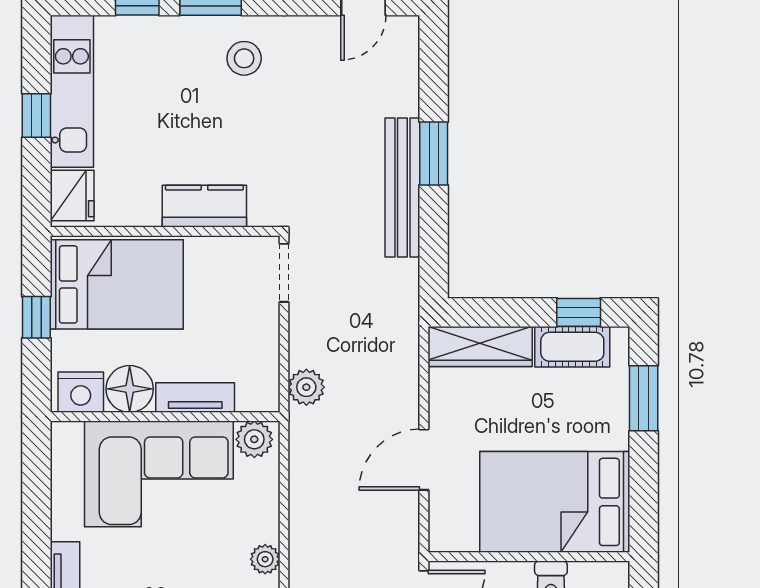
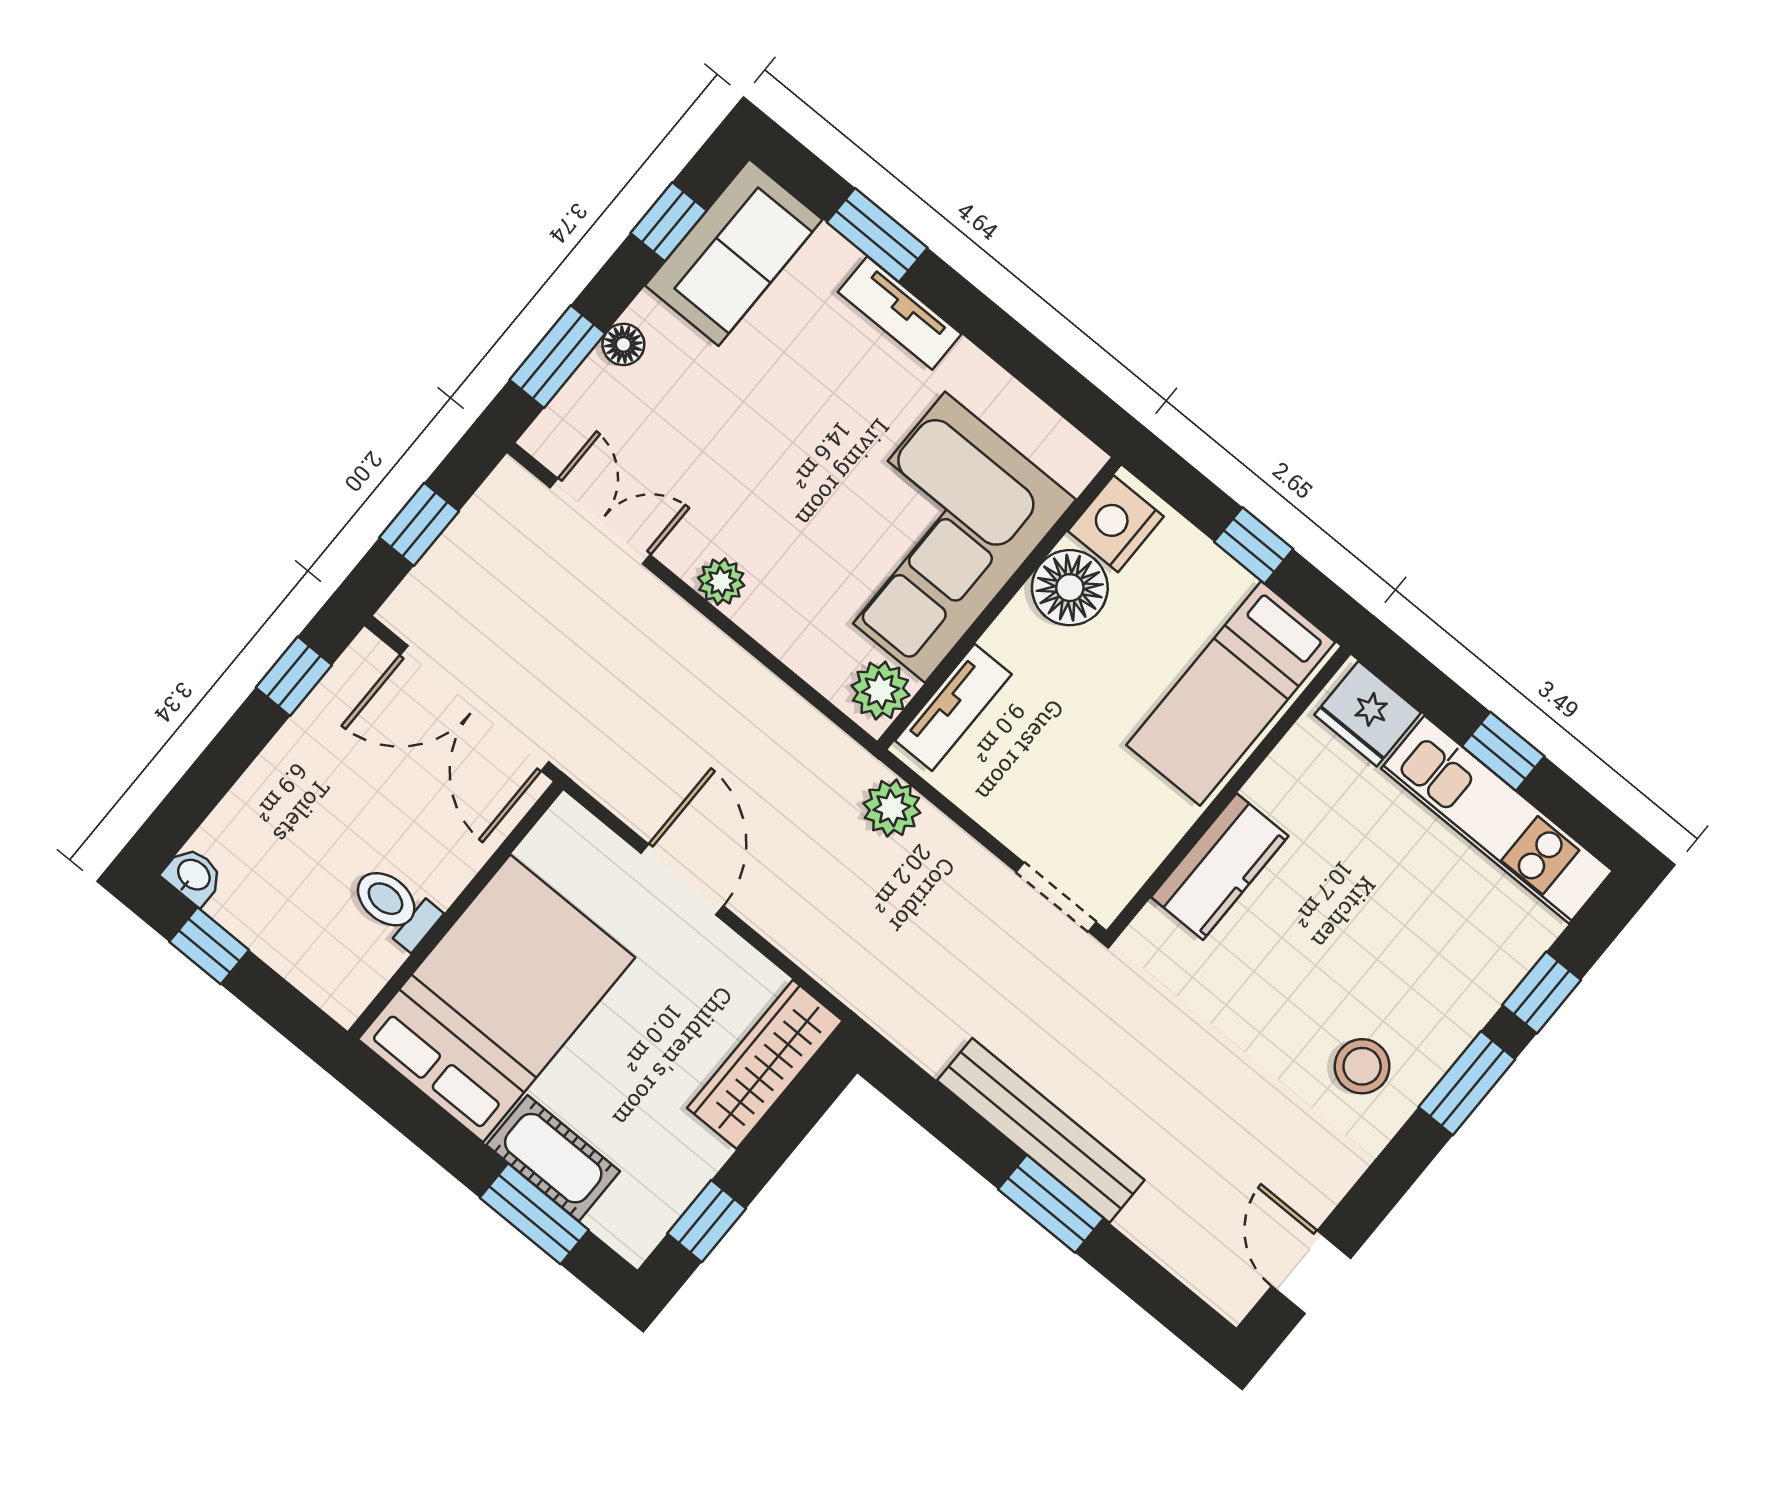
bed: (117, 284) -> (1231, 693), width x0.67
cot: (572, 347) -> (553, 1158), moved, turned 90
tv unit: (195, 398) -> (953, 707), moved

